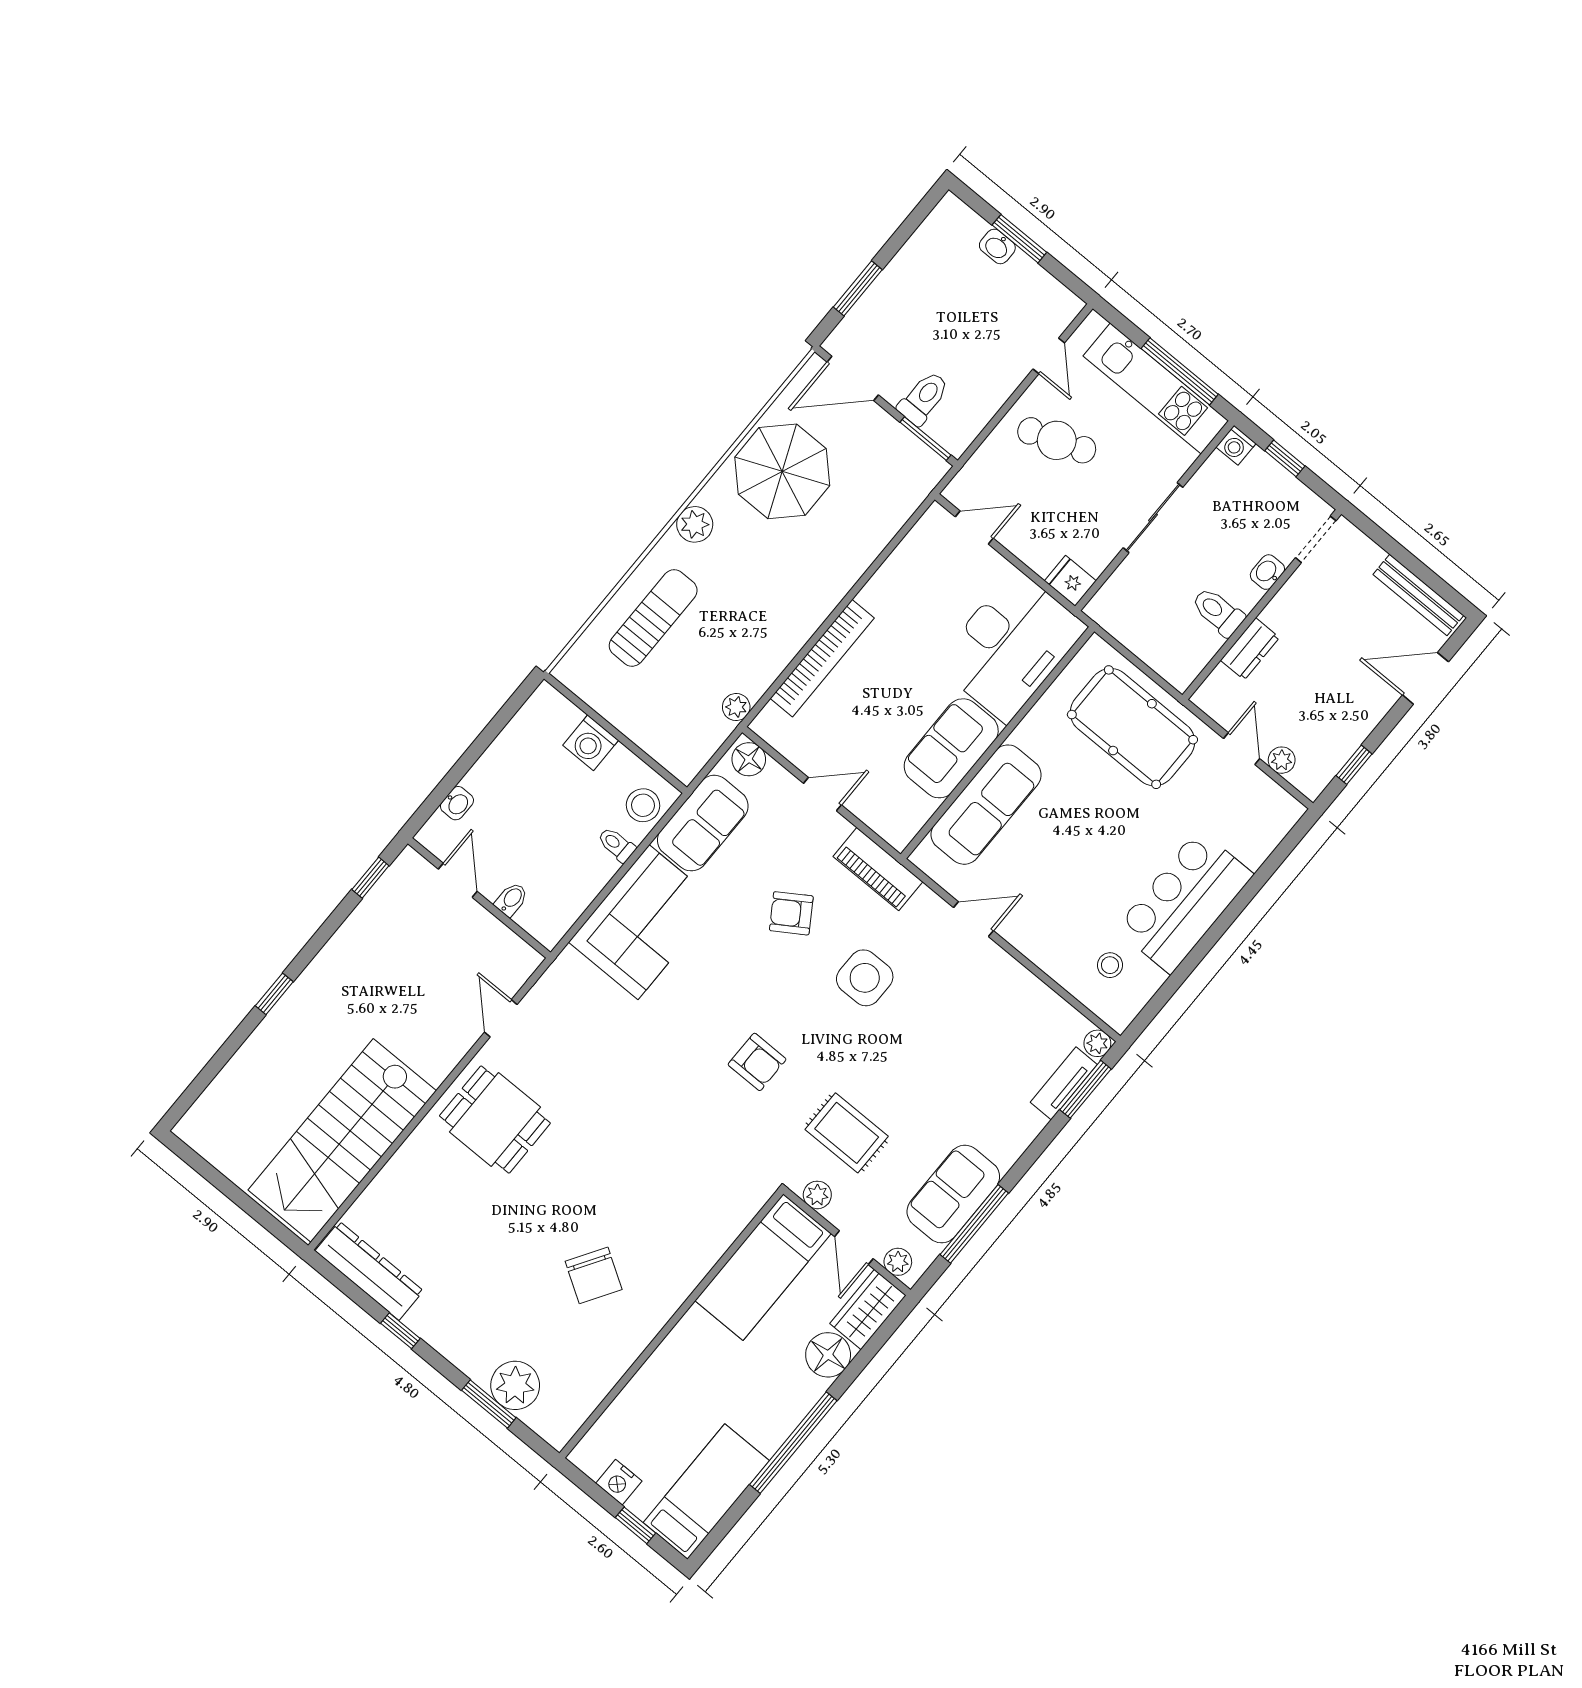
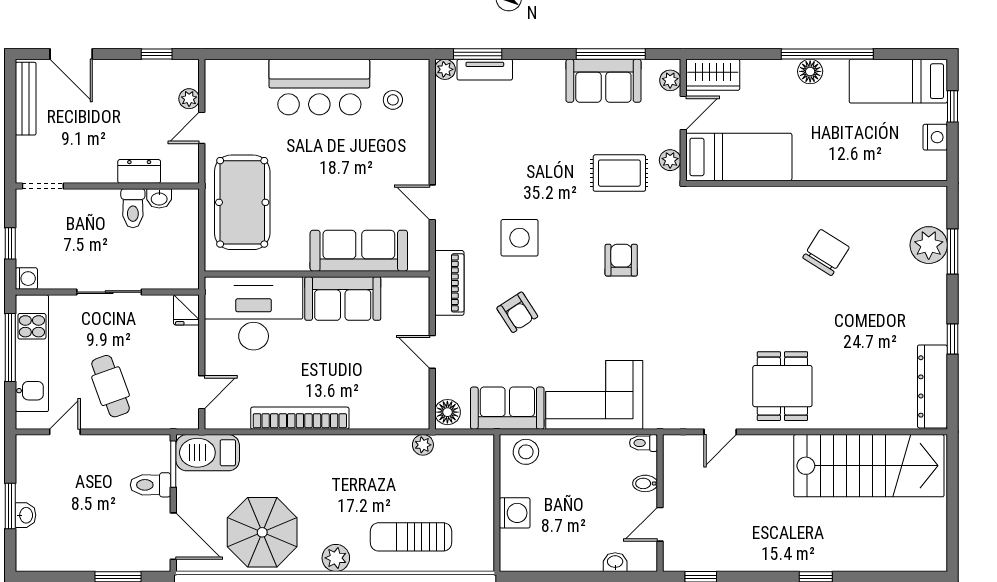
barbecue: (908, 483) -> (208, 453), added
door: (974, 527) -> (202, 392), swing flipped
washbasin: (1267, 572) -> (159, 198), moved
bookcase: (822, 658) -> (300, 418), moved
toilet: (616, 845) -> (643, 443), moved, turned 90
rug: (847, 1133) -> (619, 173), turned 90
floor lamp: (828, 1355) -> (810, 71), moved, width x0.73, depth x0.73

